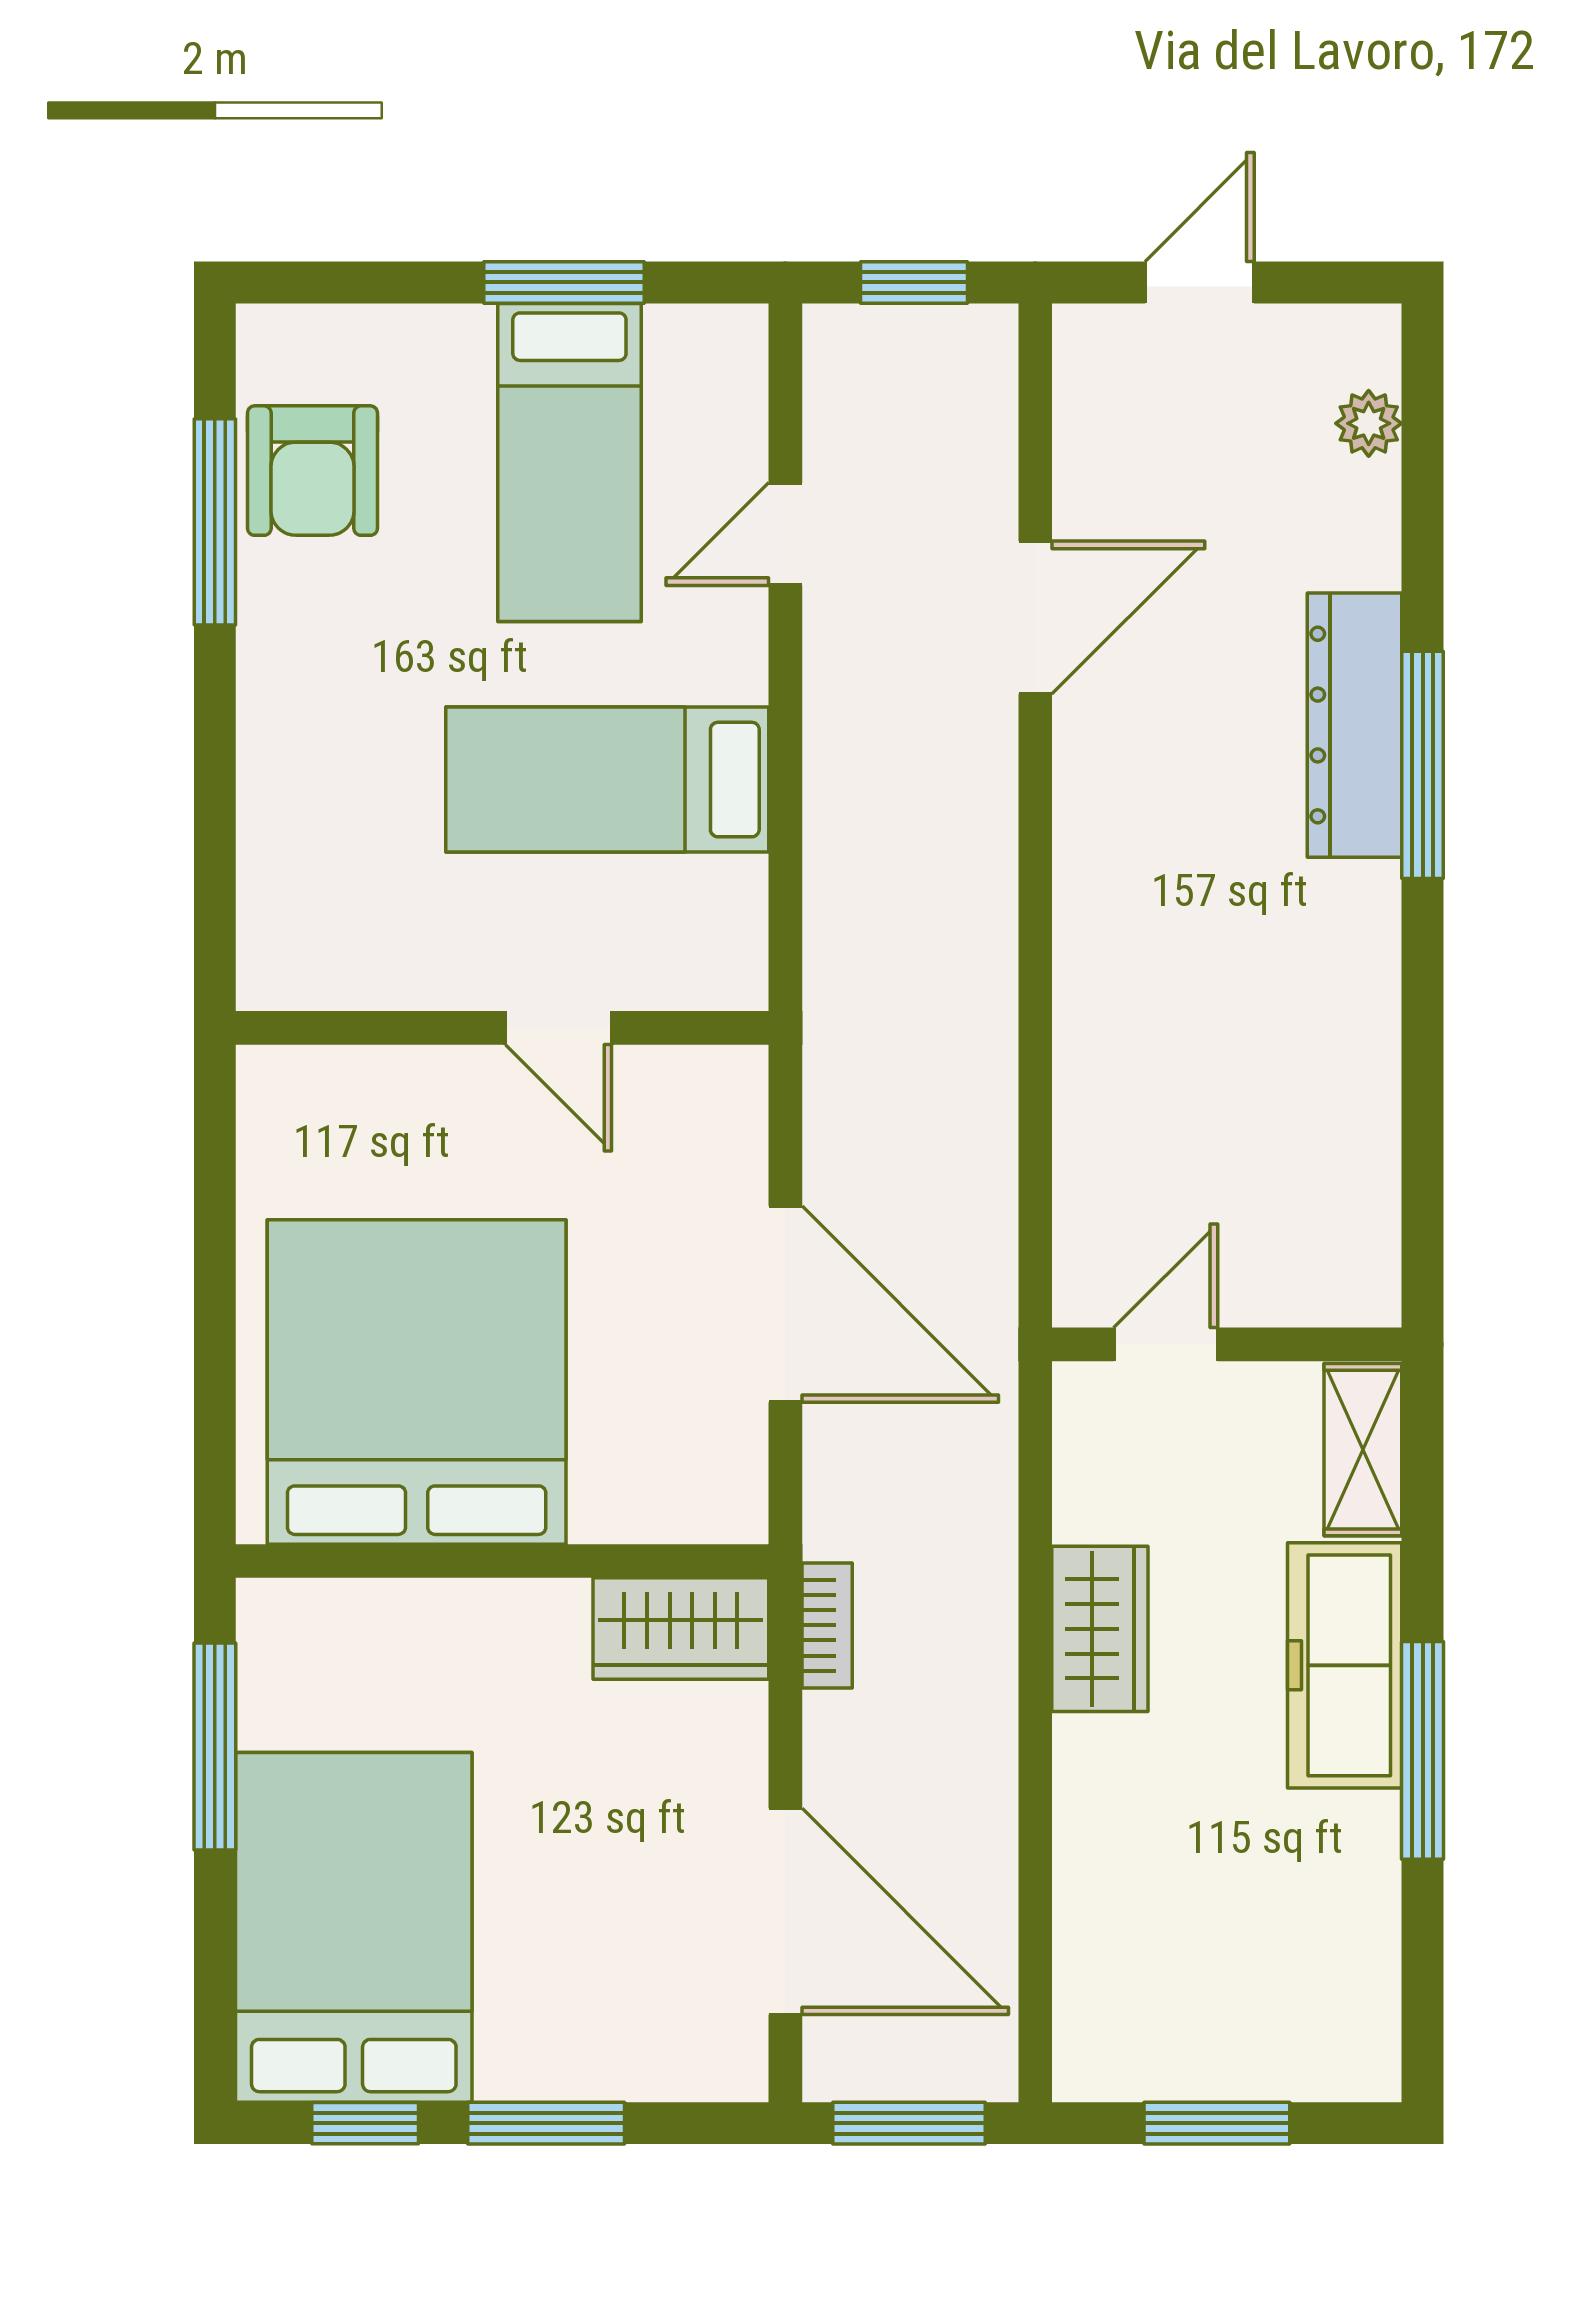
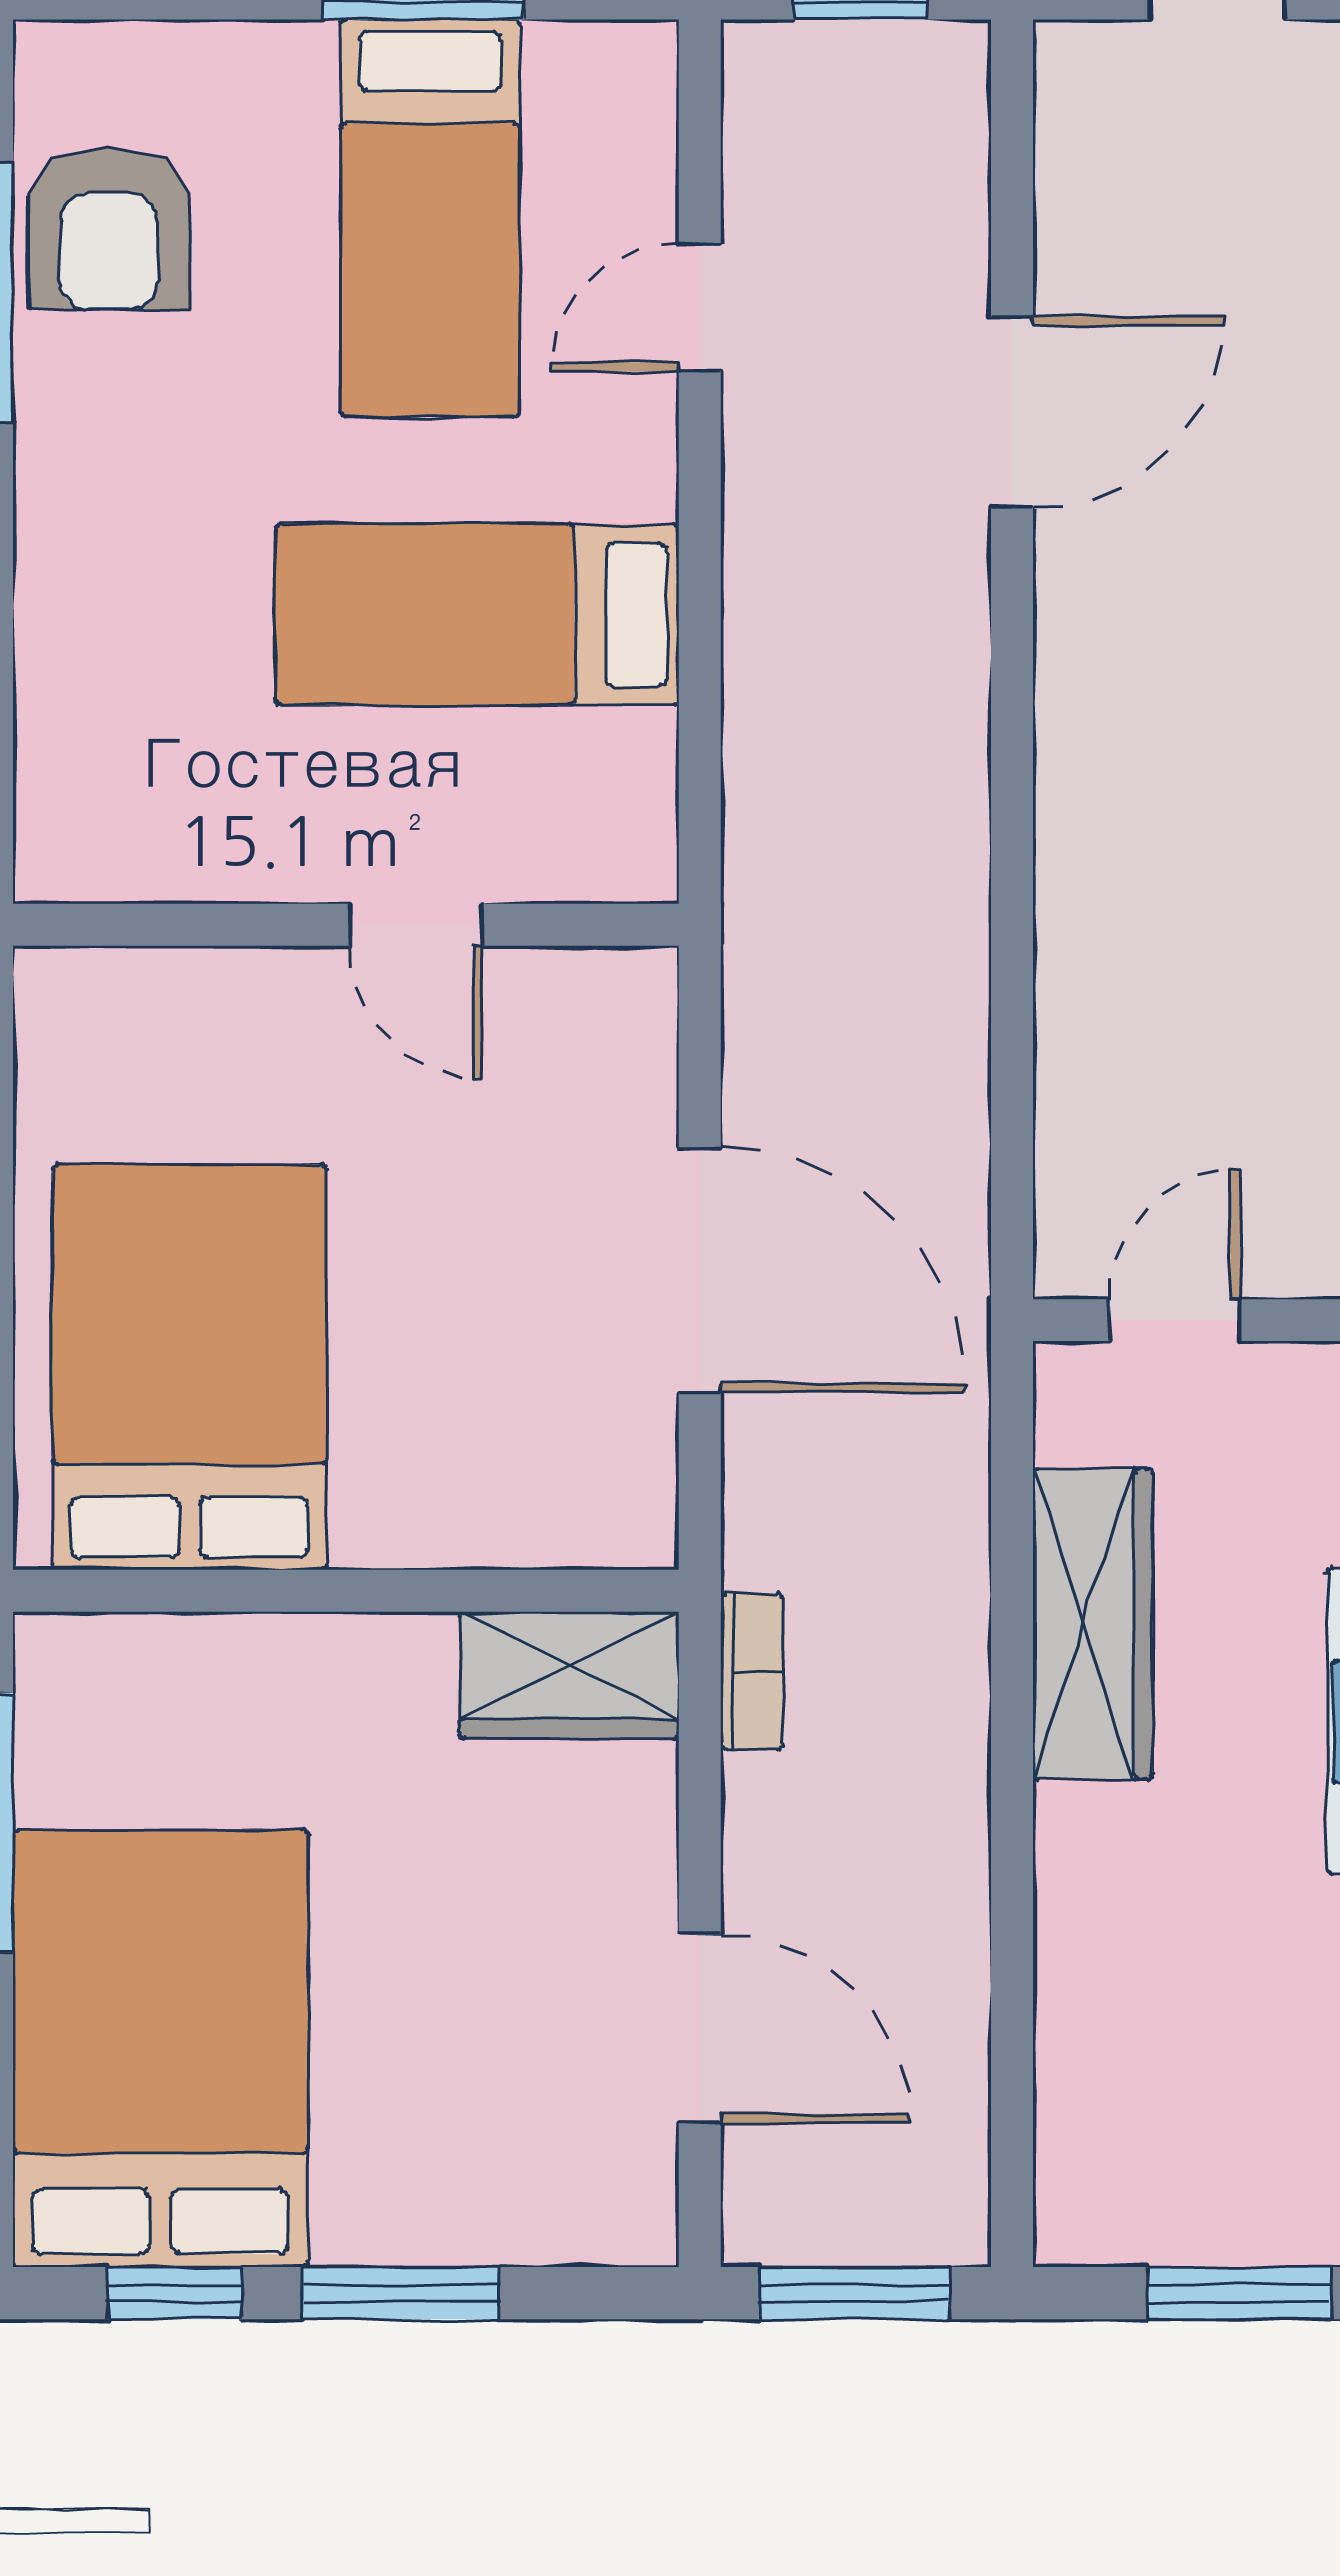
bed: (417, 1382) -> (189, 1367), width x0.73
wardrobe: (1100, 1629) -> (1093, 1624), width x1.50
door: (785, 1911) -> (700, 2029), width x0.73

